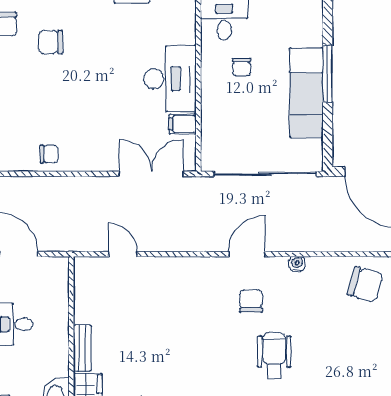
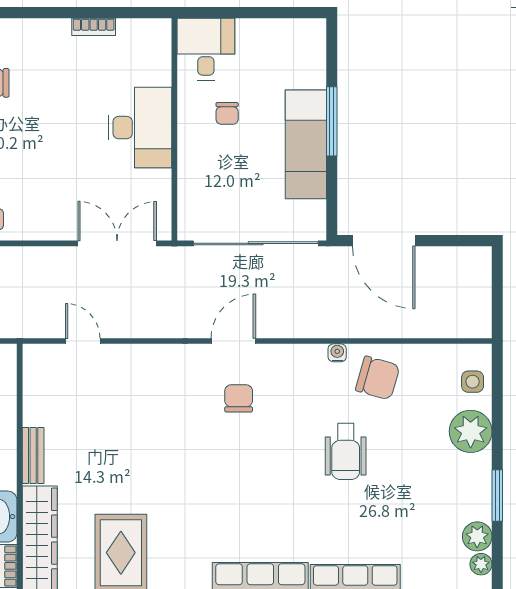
filing cabinet: (183, 124) -> (155, 183), removed
water cooler: (297, 264) -> (337, 353), moved
wheelchair: (274, 355) -> (346, 451), moved, turned 180

